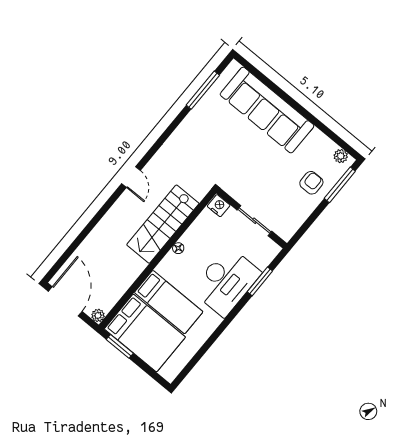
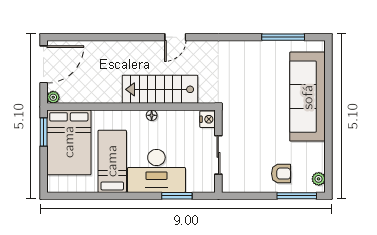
bed: (169, 302) -> (112, 161), moved, turned 180

